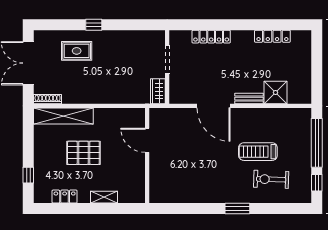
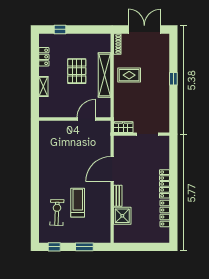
locker: (211, 37) -> (164, 184), moved
rug: (77, 51) -> (129, 75), moved, turned 90
shelving: (63, 116) -> (105, 75), moved
window: (317, 143) -> (84, 247), width x0.47
window: (237, 209) -> (35, 187), removed

